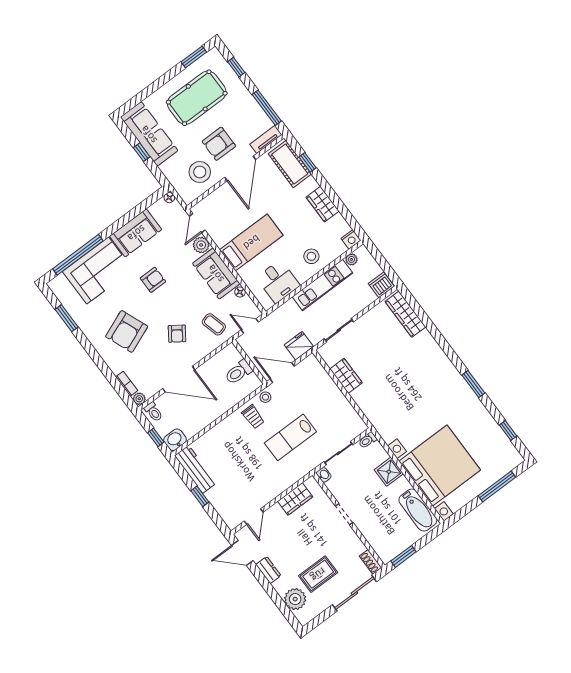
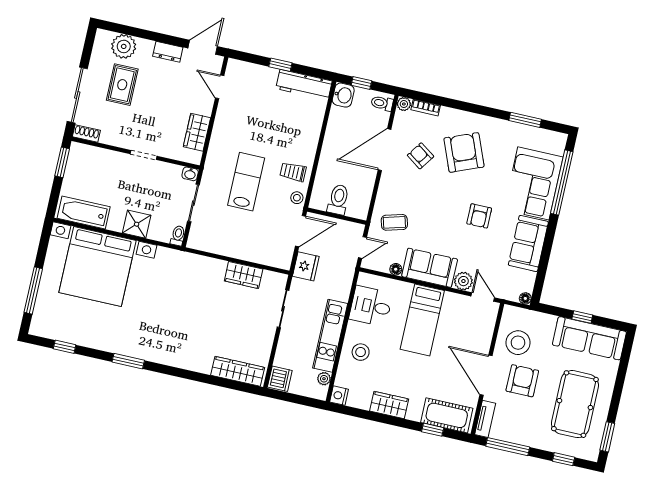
armchair: (177, 334) -> (421, 156), moved

